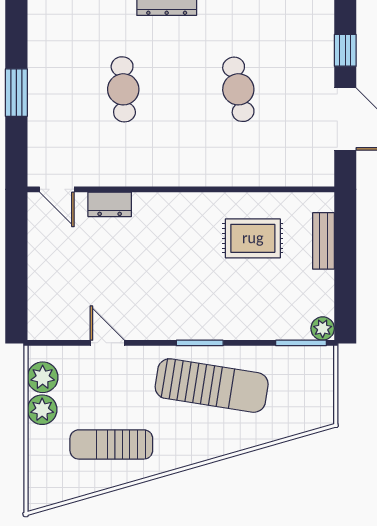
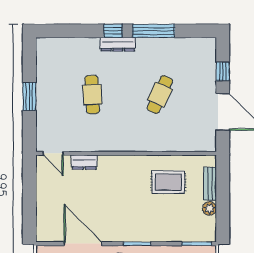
cafe table: (238, 89) -> (160, 95), turned 36
plant: (323, 328) -> (209, 208), moved
door: (107, 343) -> (83, 244), width x1.88

